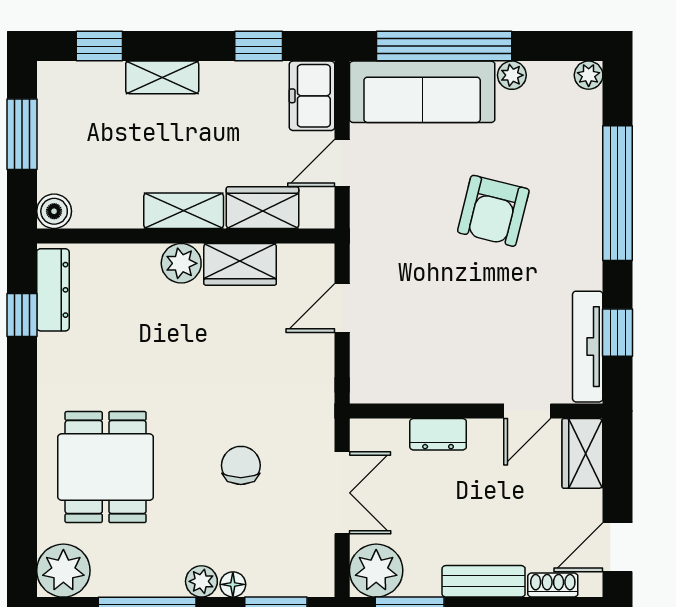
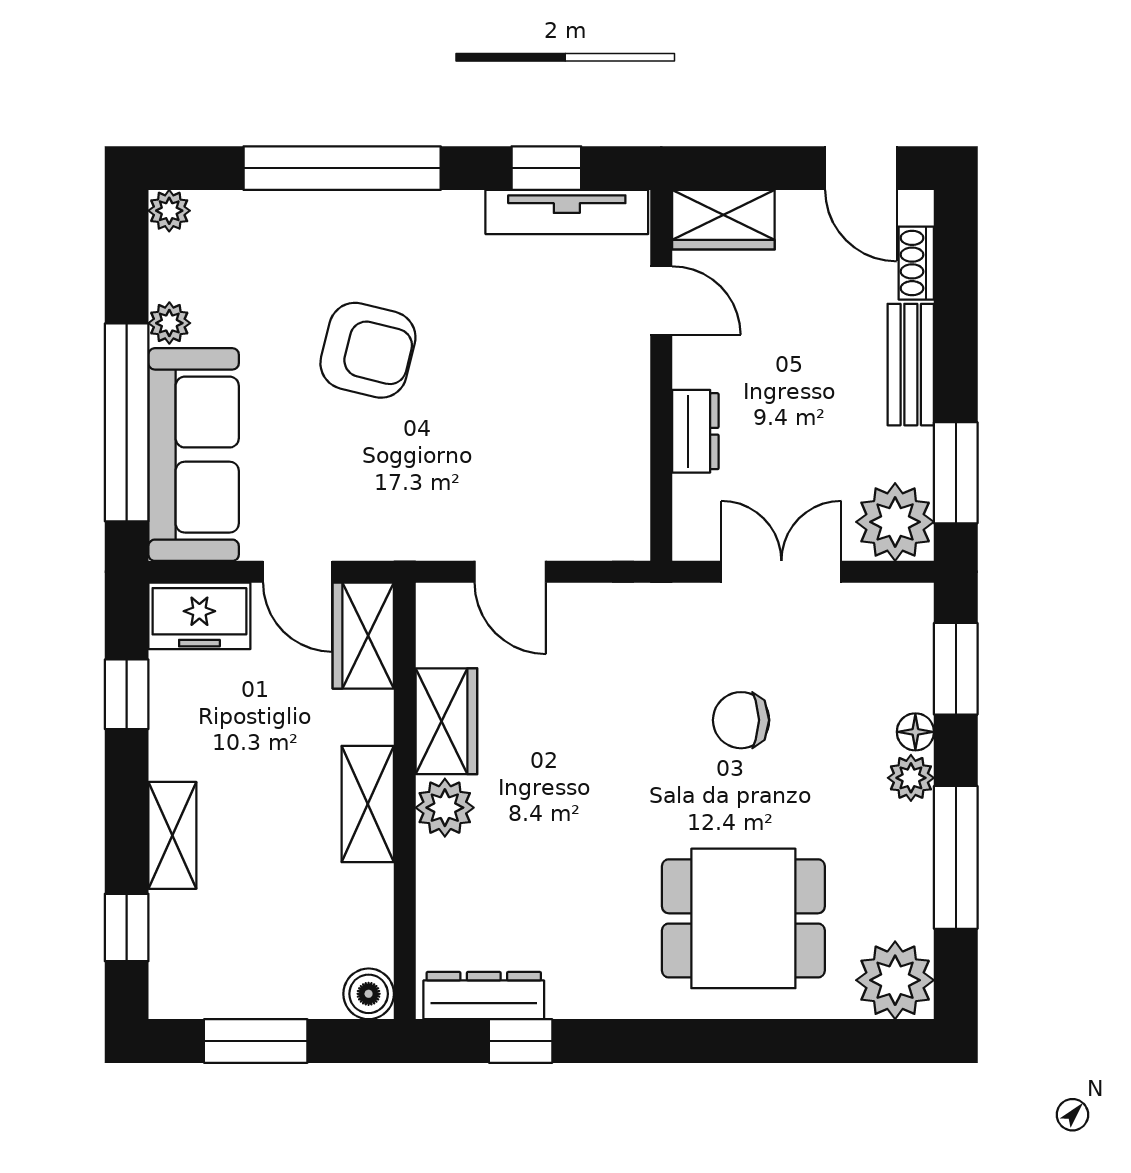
wardrobe: (262, 208) -> (363, 636), moved

